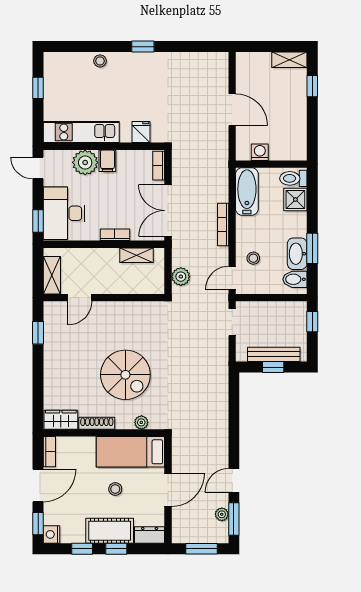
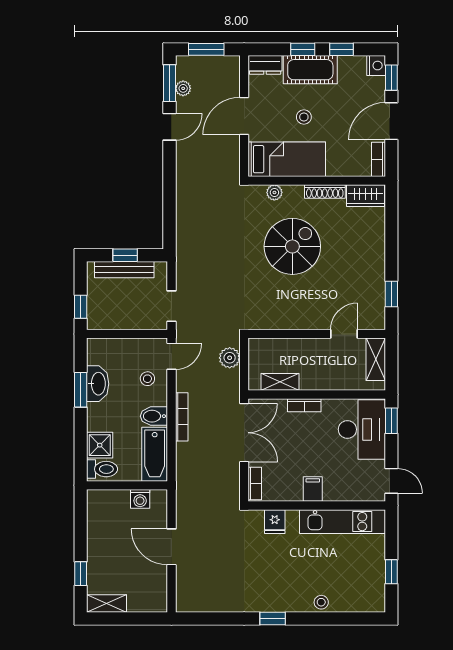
plant: (85, 162) -> (338, 487), removed
bidet: (295, 279) -> (154, 416), moved, turned 180
spiral stairs: (125, 375) -> (292, 246), turned 90

